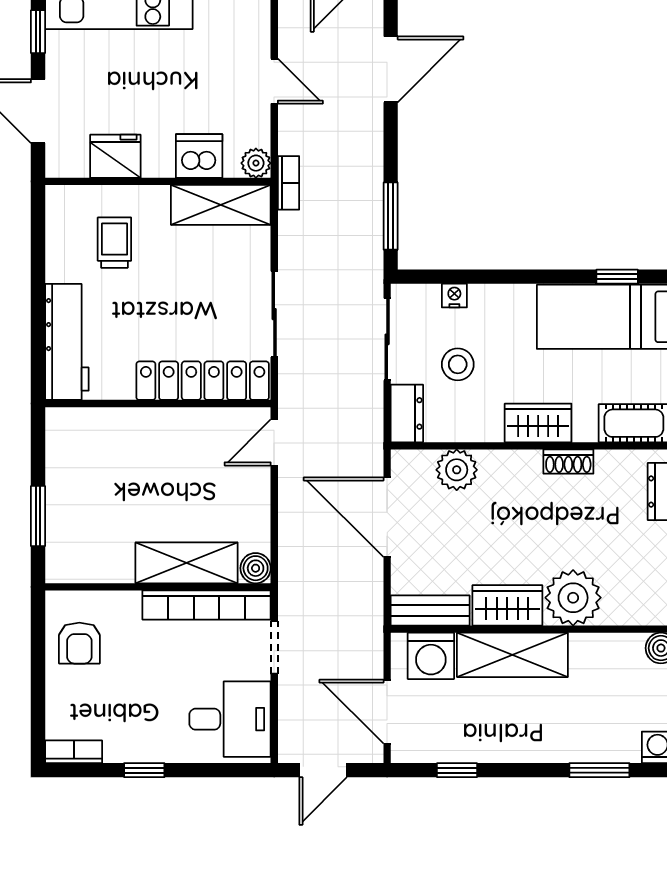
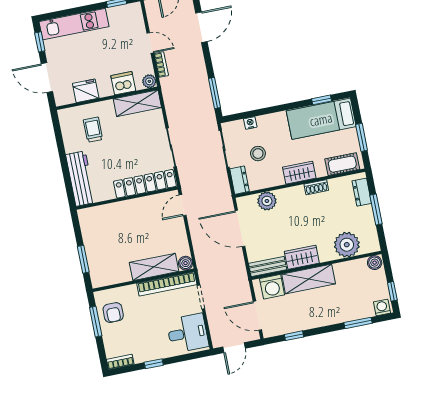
bookcase: (288, 183) -> (161, 65), moved
plant: (573, 598) -> (347, 245), moved
window: (38, 655) -> (96, 322), added

